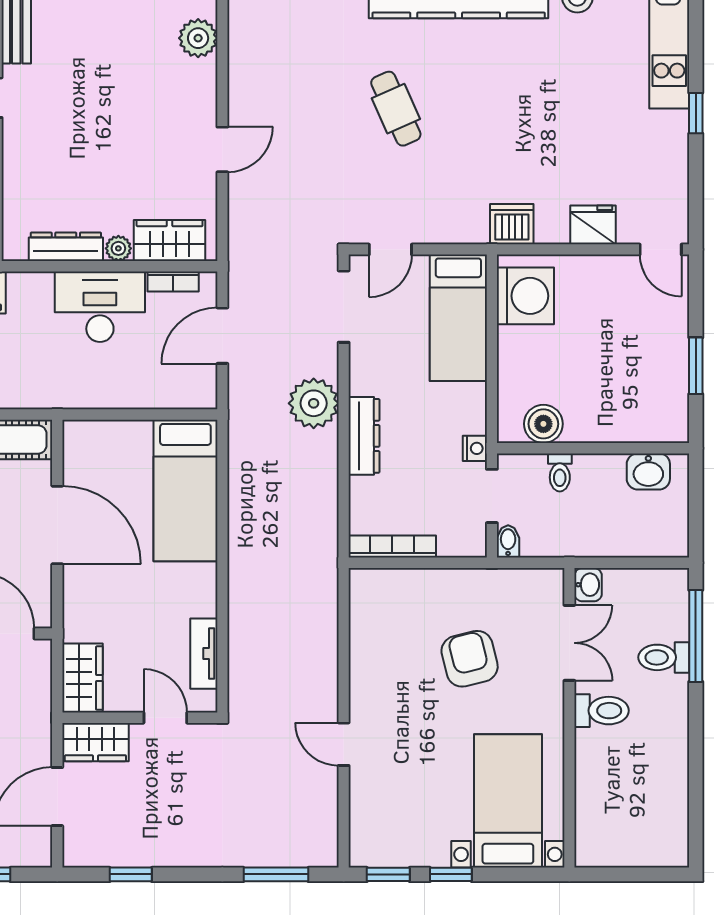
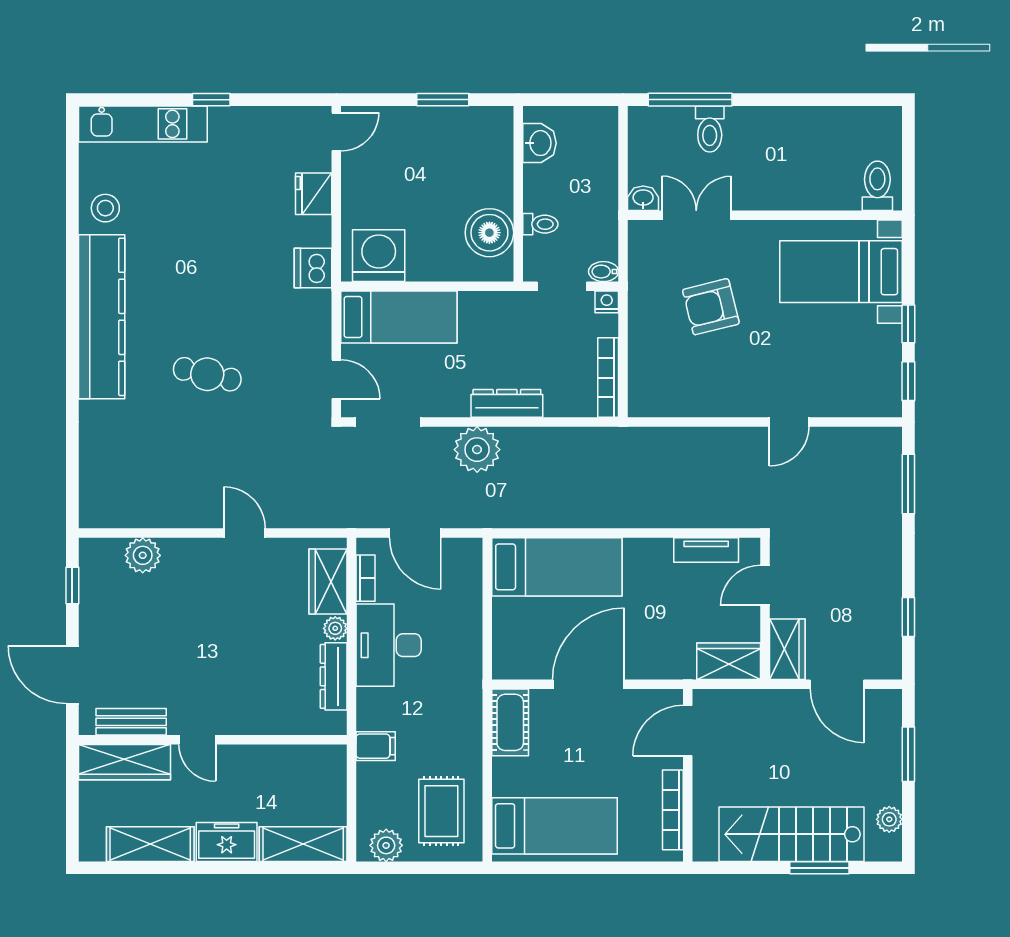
cafe table: (396, 109) -> (207, 374), turned 37
boiler: (543, 424) -> (489, 233), width x1.37, depth x1.37
nightstand: (475, 448) -> (607, 302), moved
toilet: (602, 711) -> (877, 186), moved

